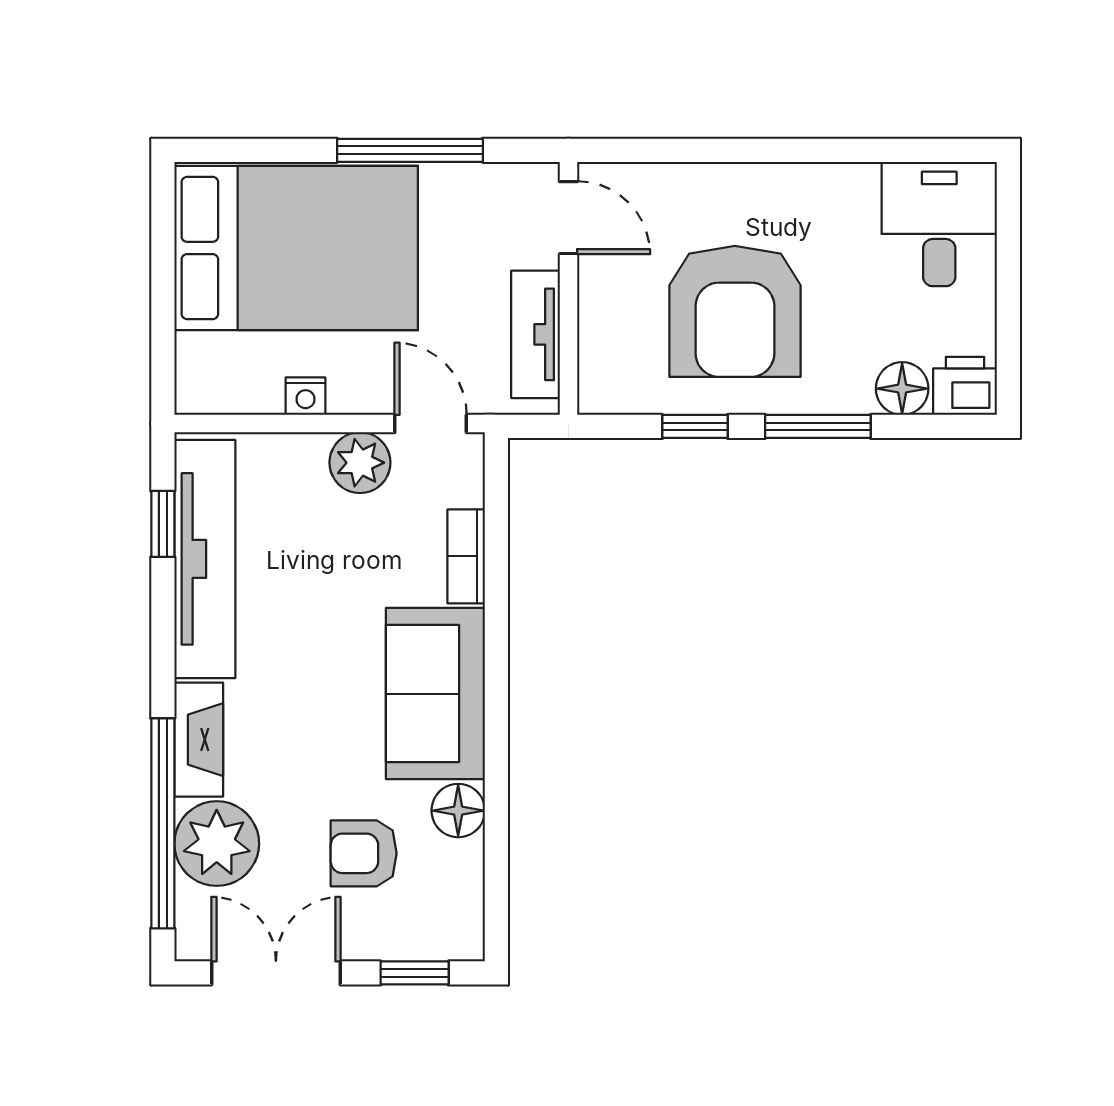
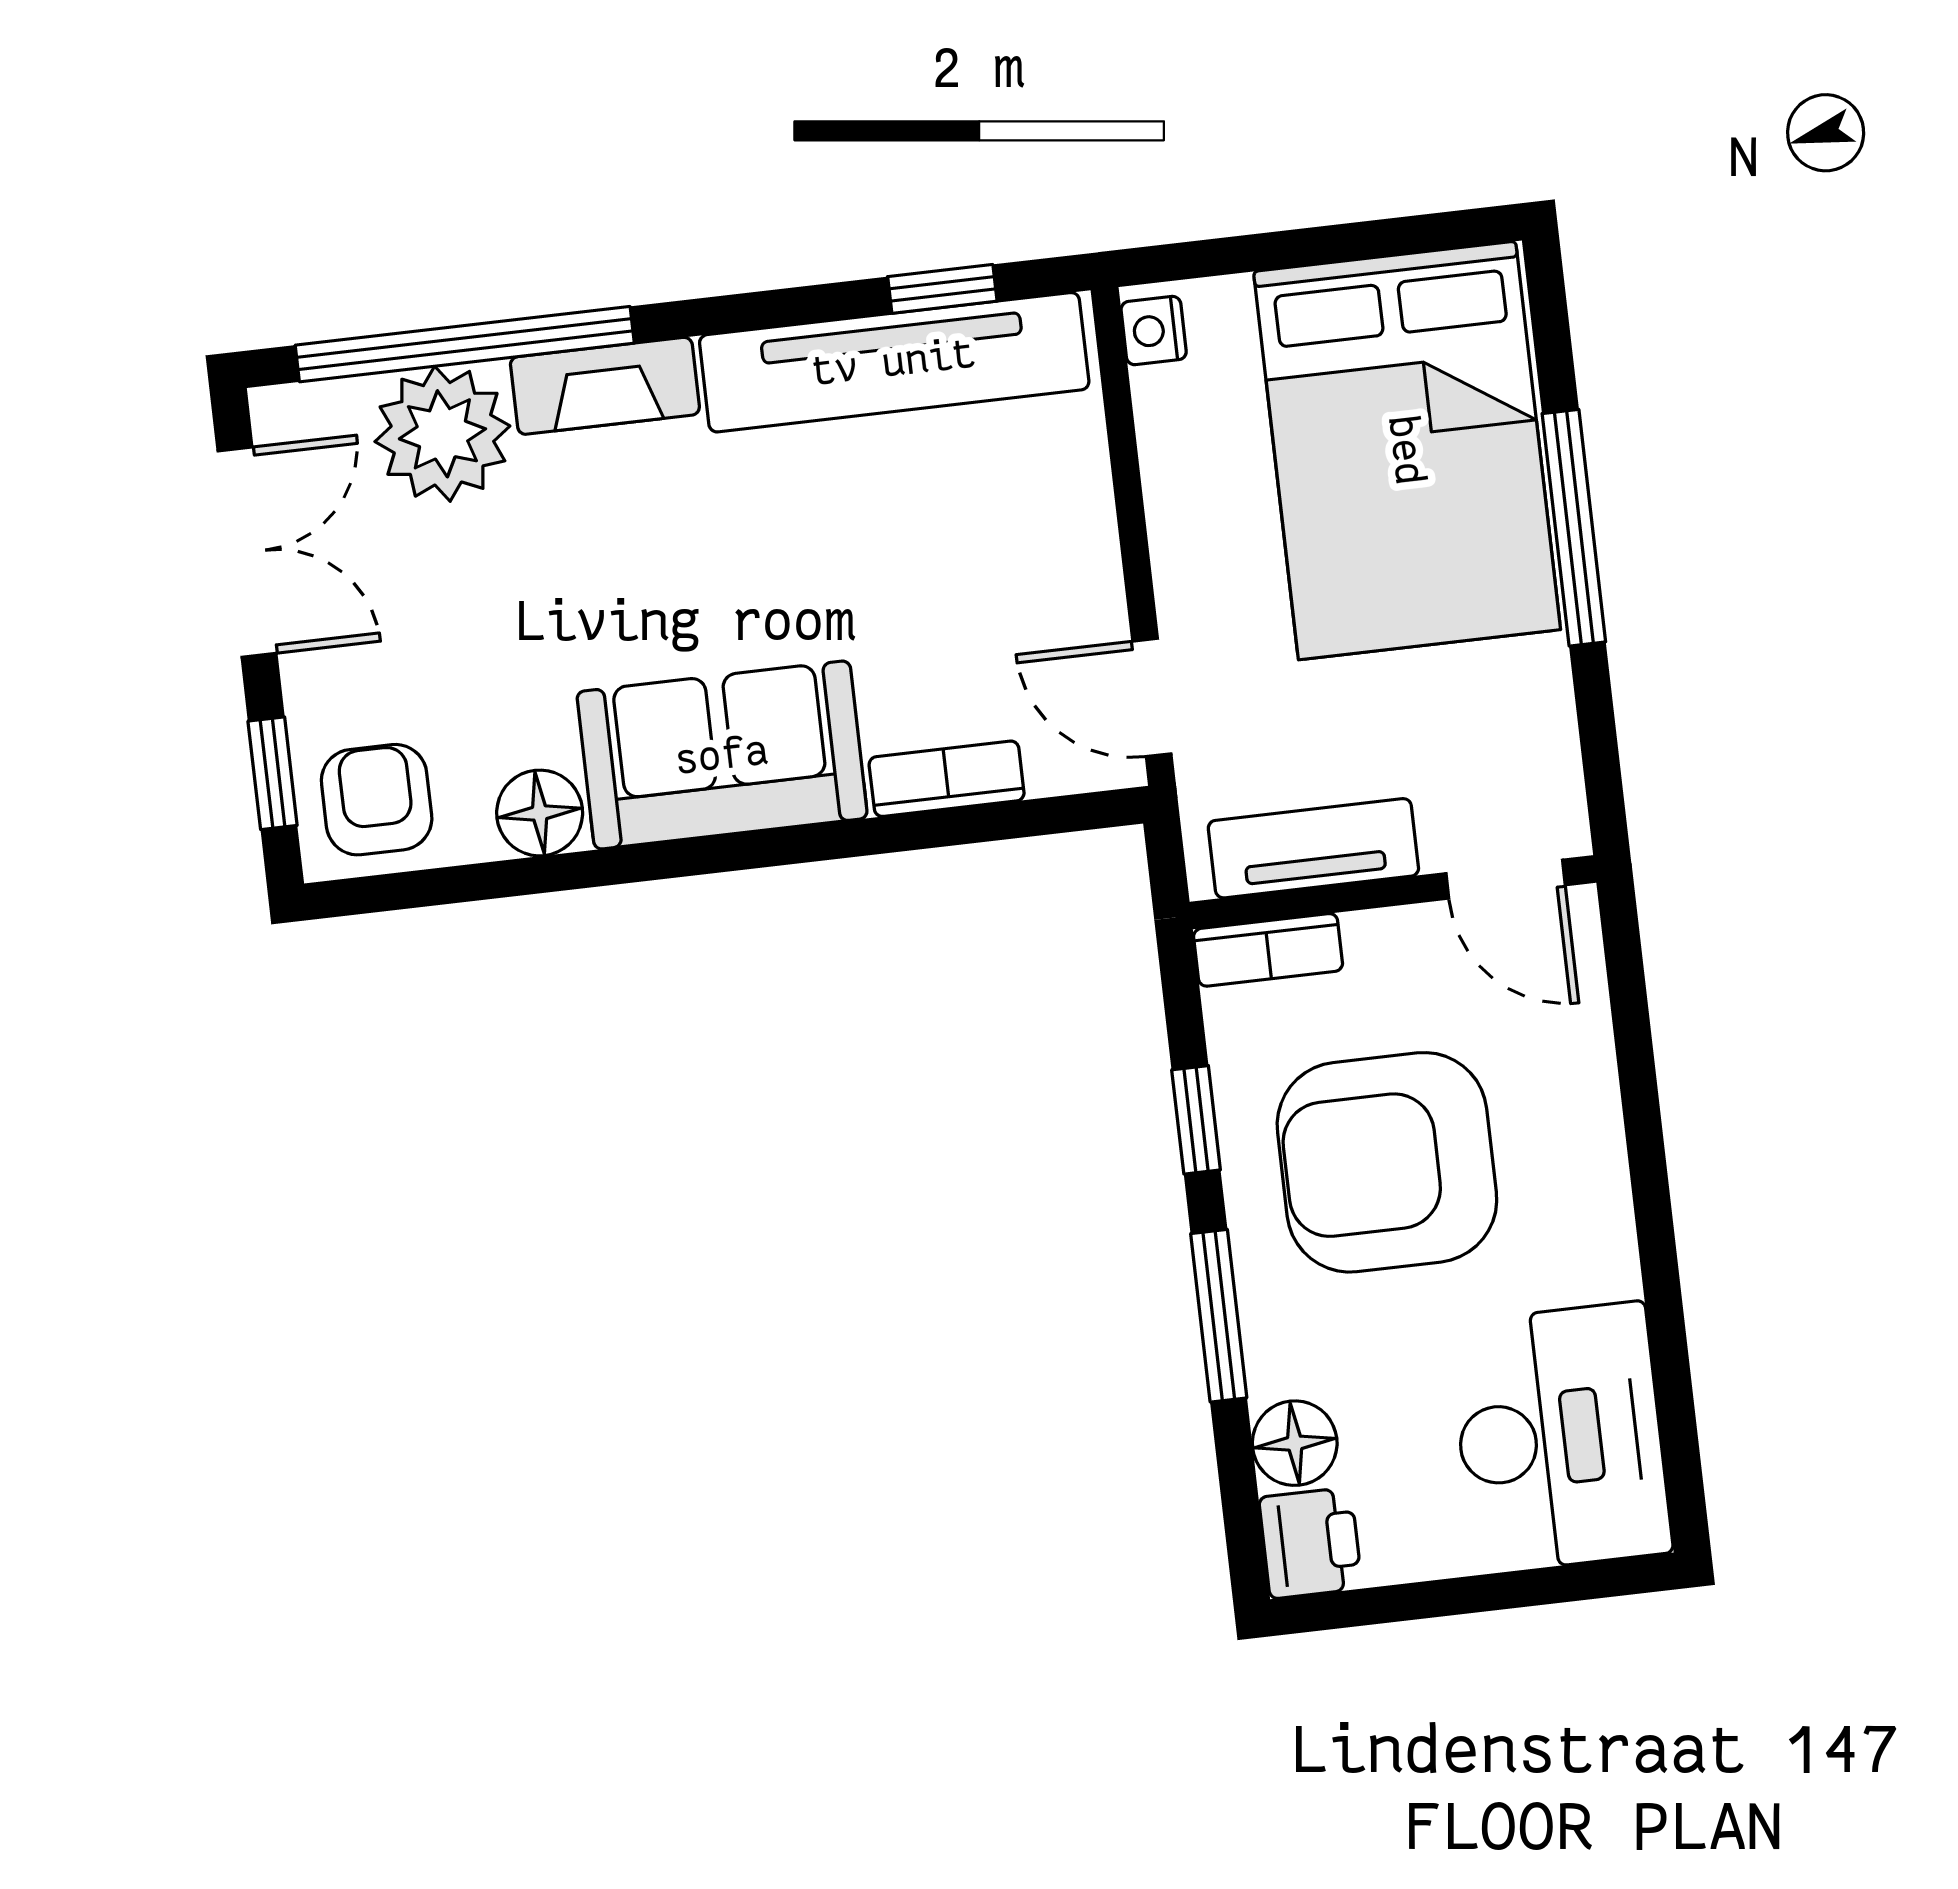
window: (410, 150) -> (1574, 528), moved
door: (568, 218) -> (1506, 879), hinge flipped
desk: (939, 224) -> (1560, 1438), width x1.37
bookcase: (595, 370) -> (1268, 950), added
nightstand: (305, 396) -> (1154, 331), moved
door: (431, 424) -> (1152, 697), swing flipped
plant: (360, 463) -> (1076, 592), removed
armchair: (364, 853) -> (377, 800), moved

